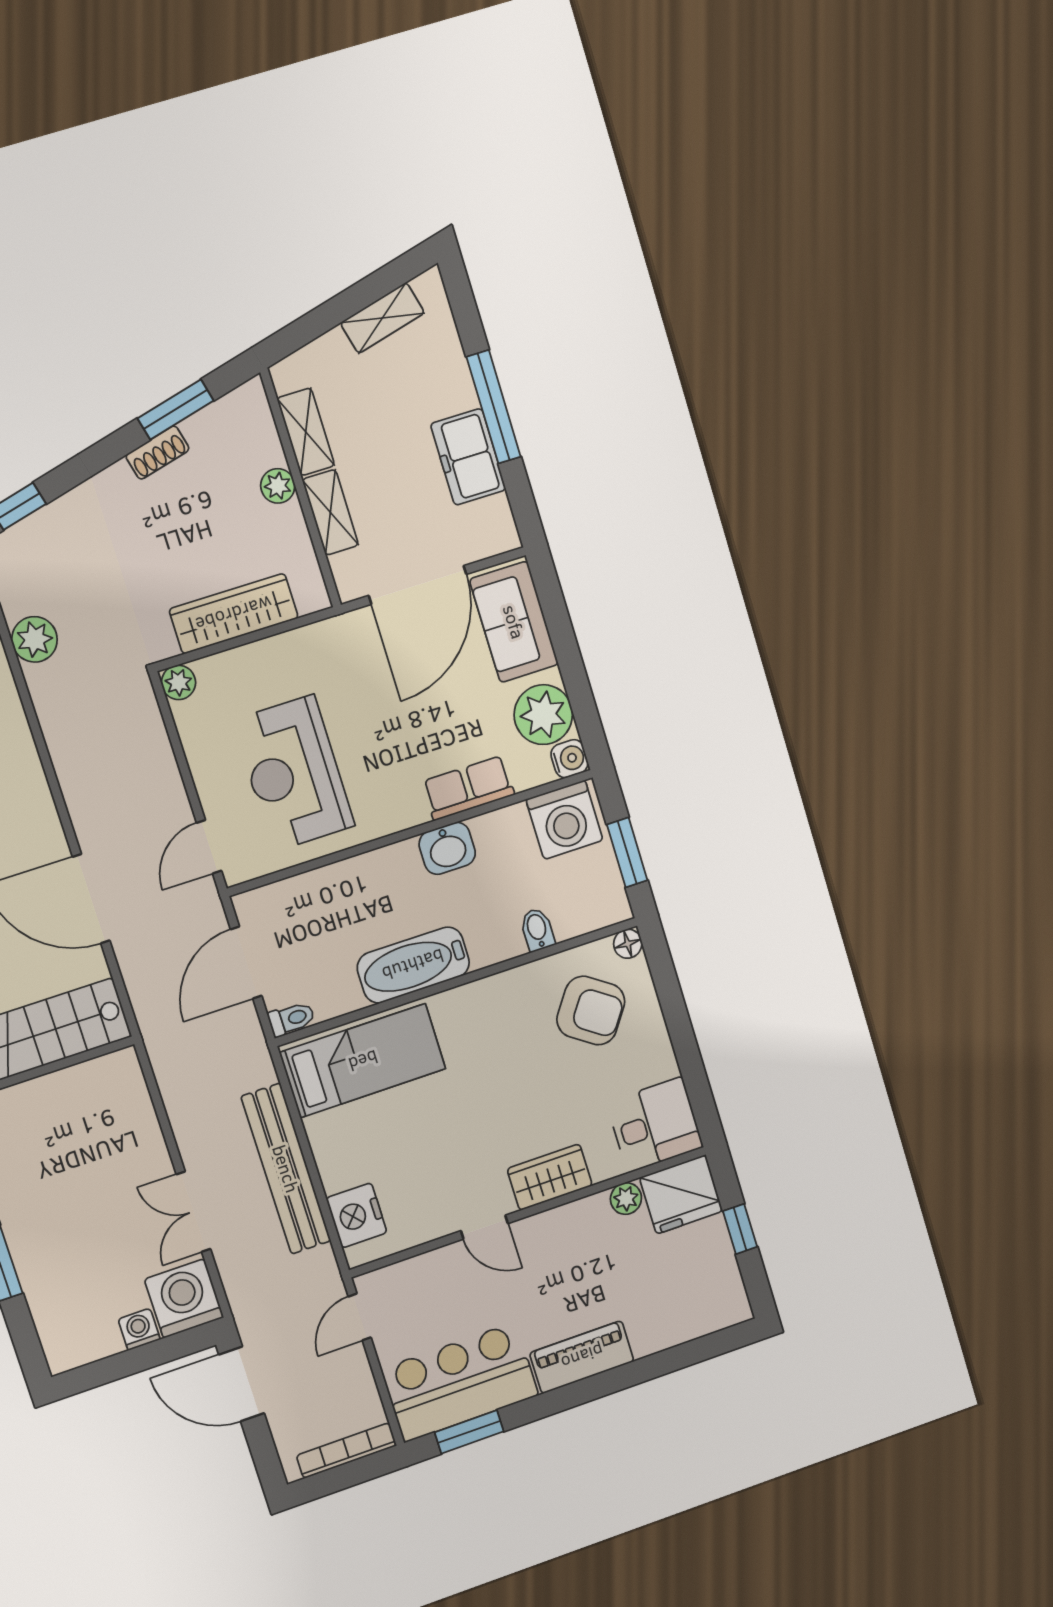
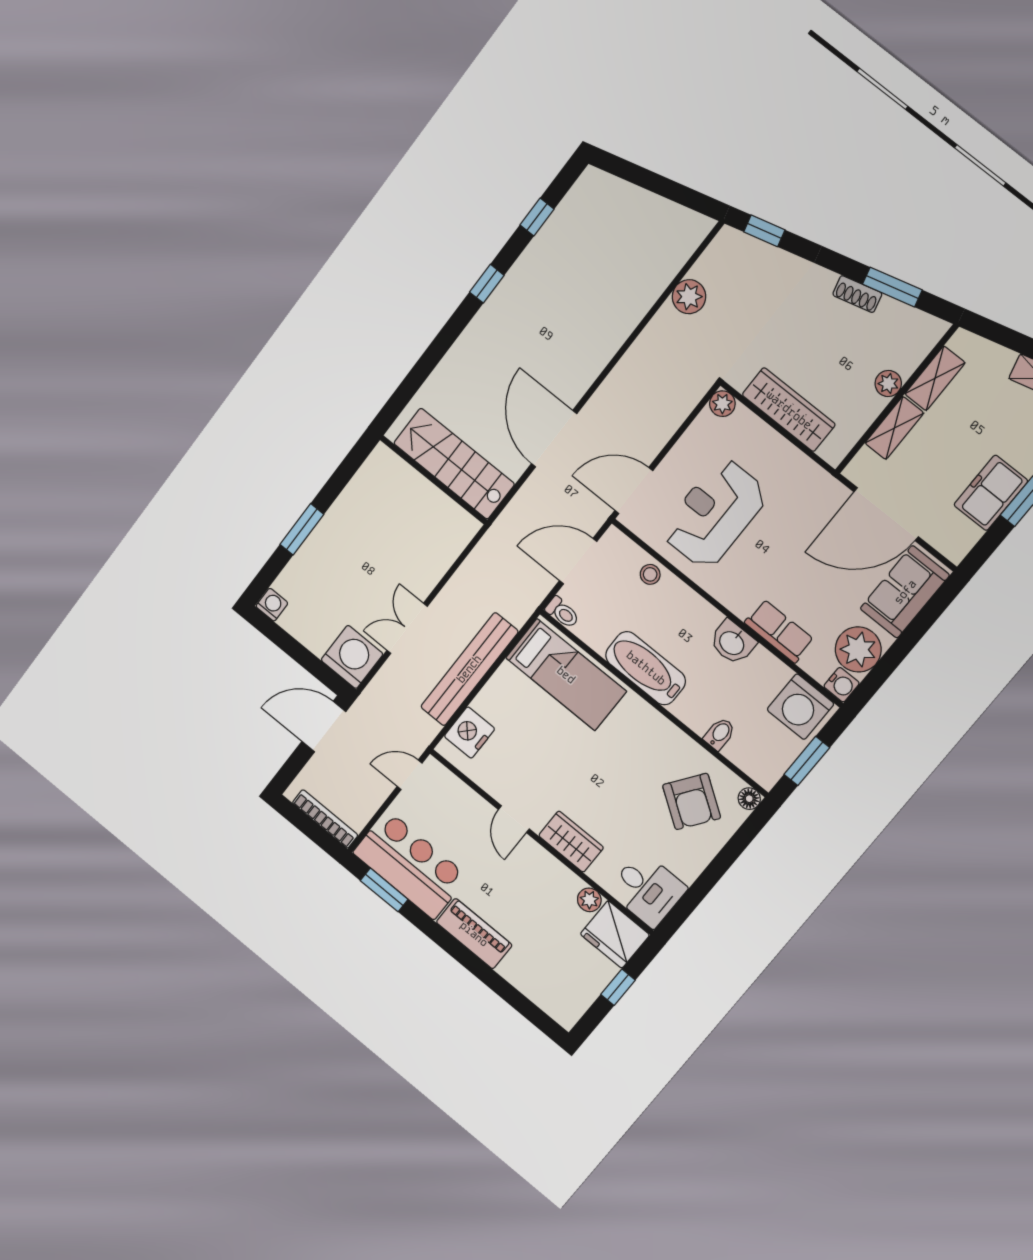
door: (209, 847) -> (634, 491), width x1.38
stool: (314, 891) -> (650, 574), added
washing machine: (139, 1329) -> (272, 605), moved
door: (242, 1384) -> (324, 727), hinge flipped

